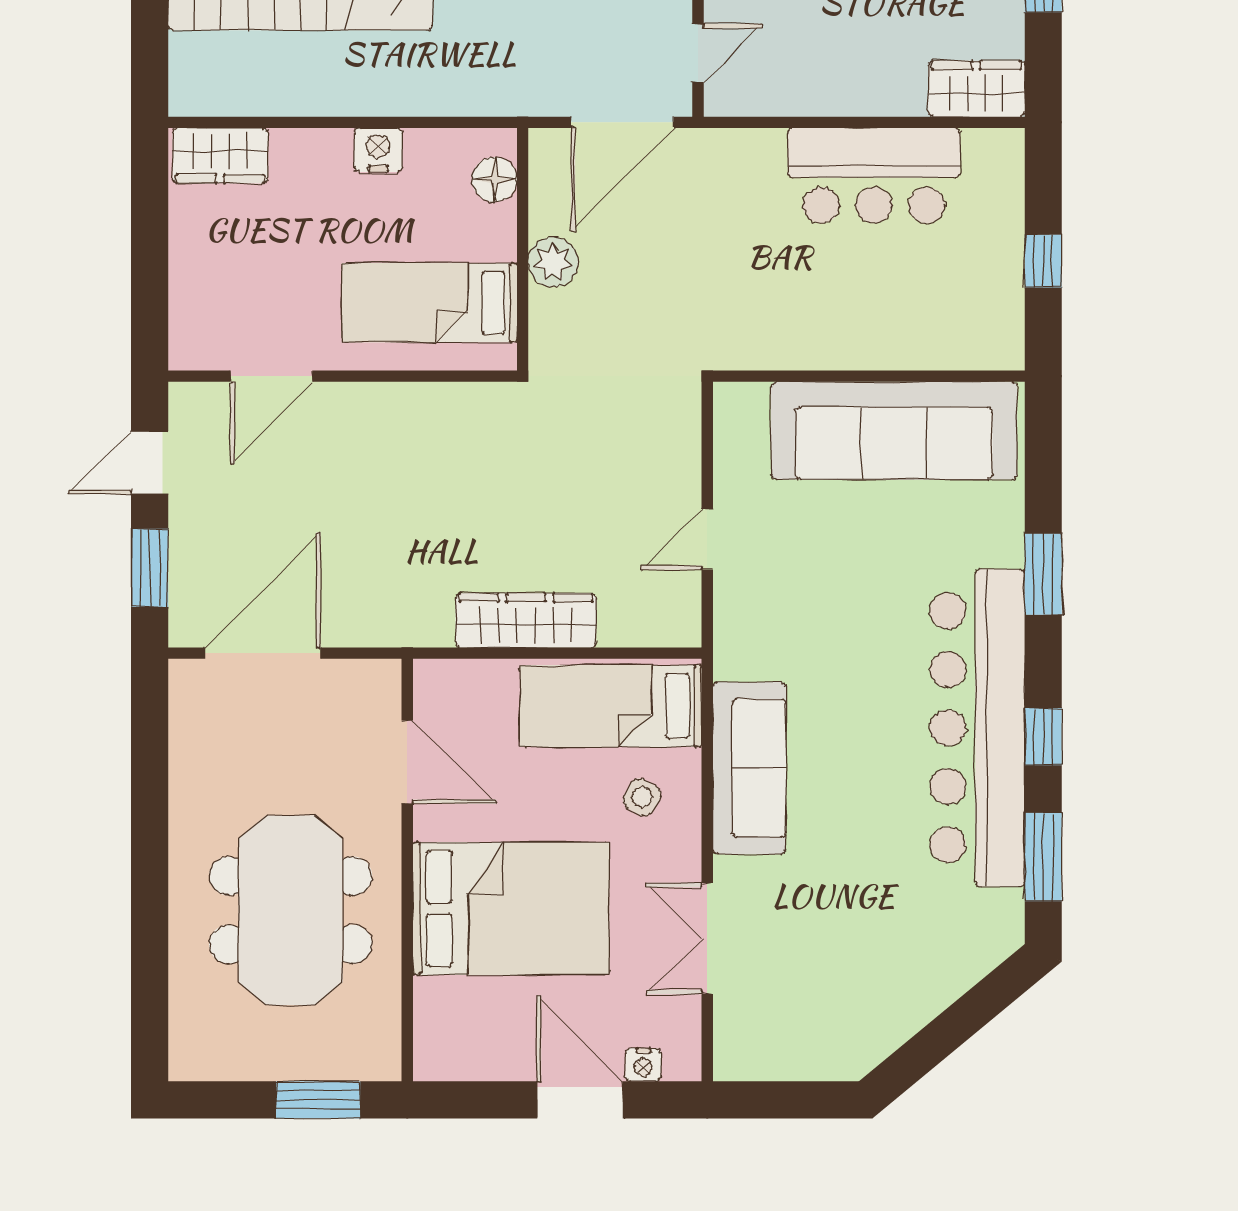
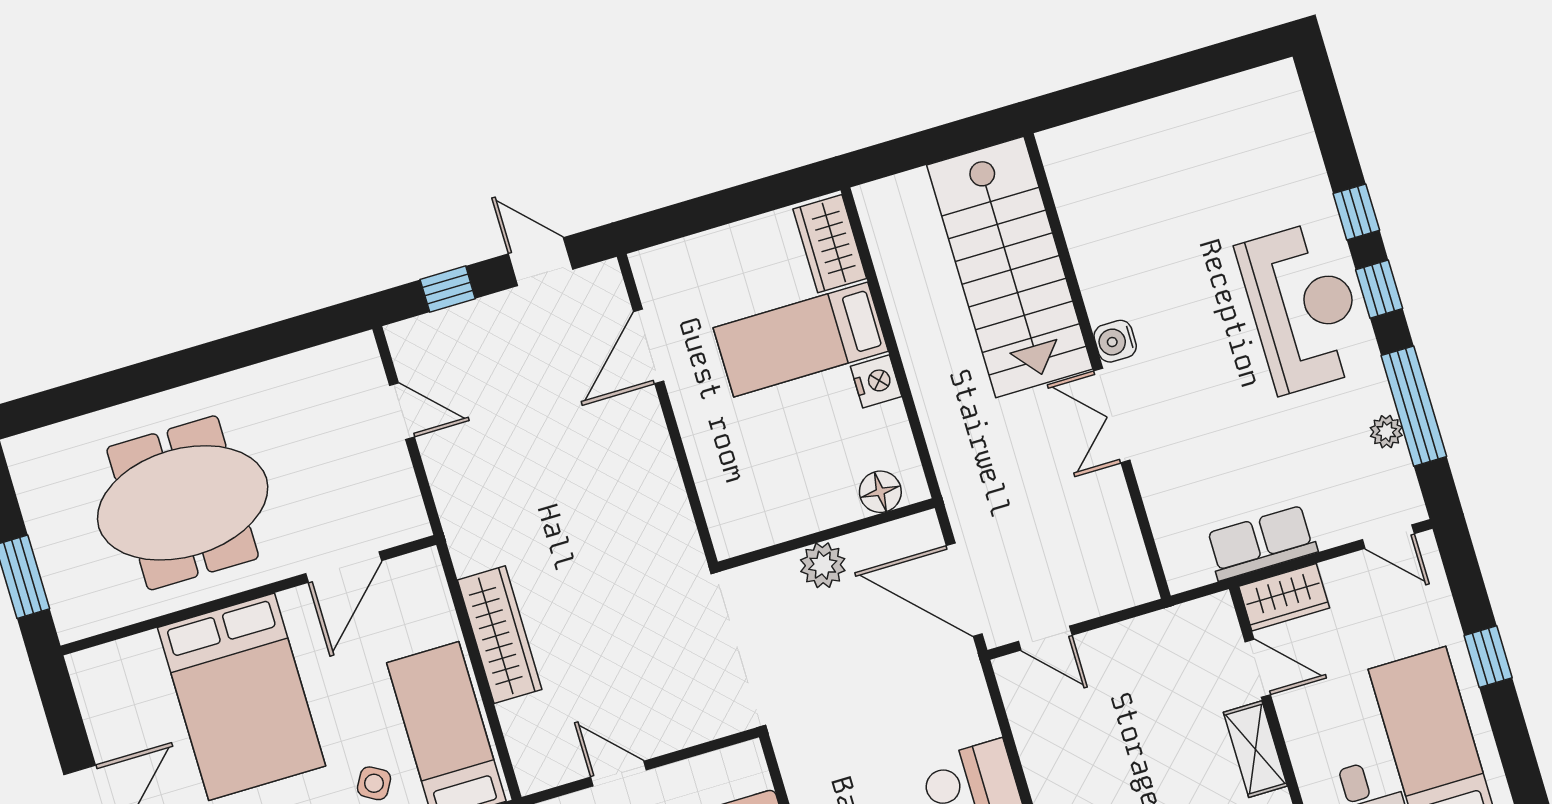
bed: (429, 303) -> (801, 339), moved, turned -90
door: (271, 376) -> (649, 346), hinge flipped
window: (150, 568) -> (448, 289), width x0.67
door: (263, 653) -> (402, 411), width x0.53

